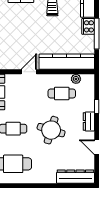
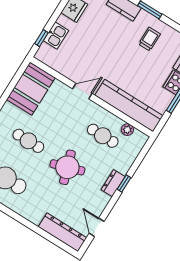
window: (97, 106) -> (124, 183), moved
round table: (51, 130) -> (67, 167), turned -35
door: (97, 147) -> (97, 227), moved

